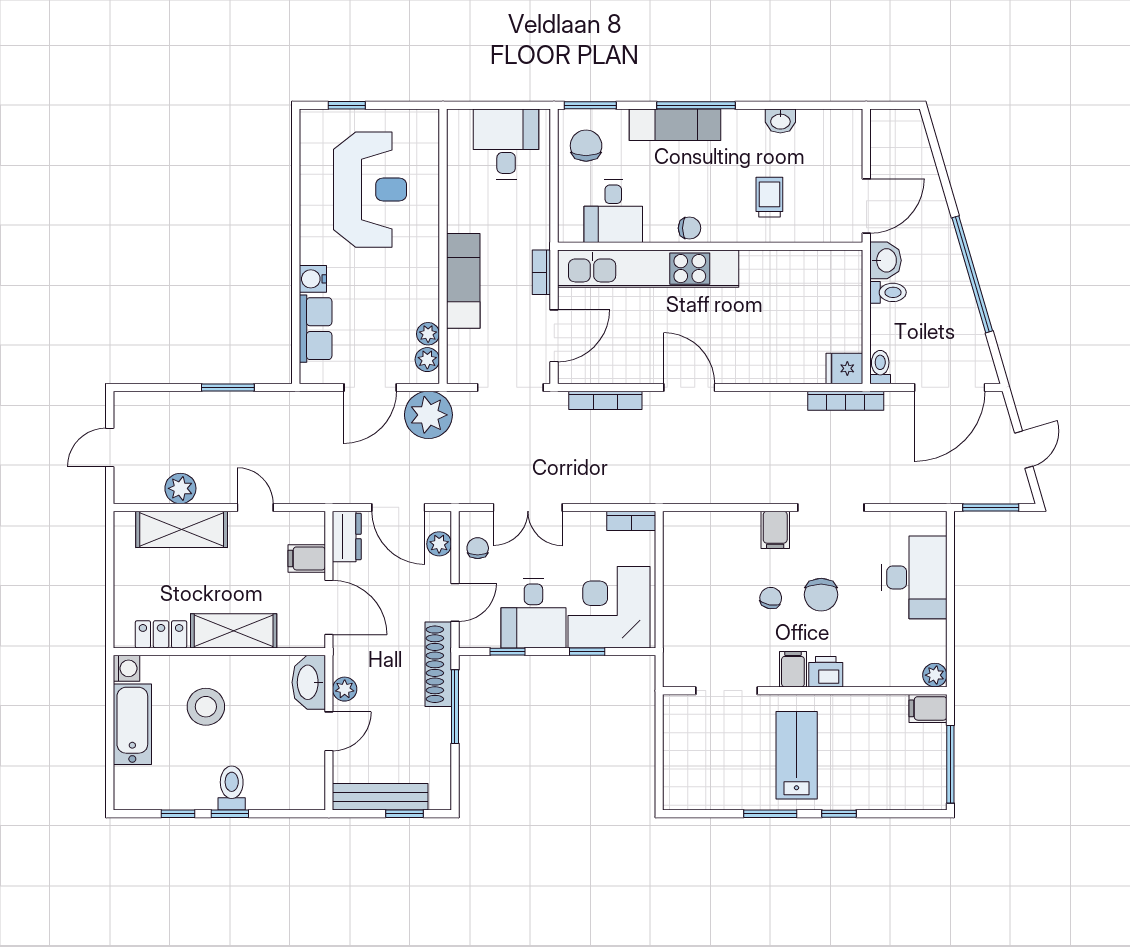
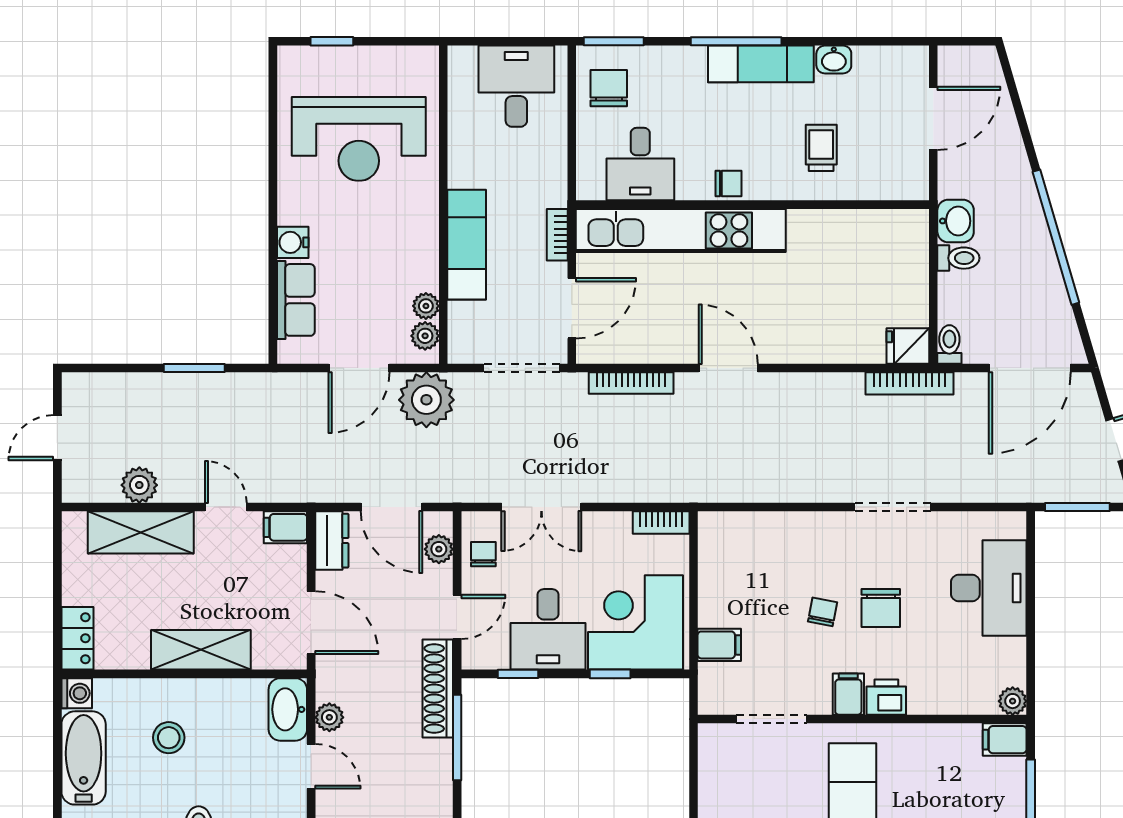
exam couch: (675, 125) -> (761, 64), moved
reception desk: (370, 190) -> (359, 139), turned 90
door: (866, 206) -> (933, 118), moved
filing cabinet: (775, 530) -> (719, 645), moved, turned -90
filing cabinet: (307, 558) -> (285, 527), moved
locker: (161, 634) -> (77, 638), moved, turned 90
stool: (206, 707) -> (169, 738), width x0.73, depth x0.73
door: (329, 731) -> (311, 766), hinge flipped

